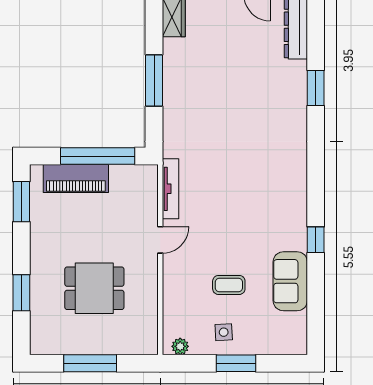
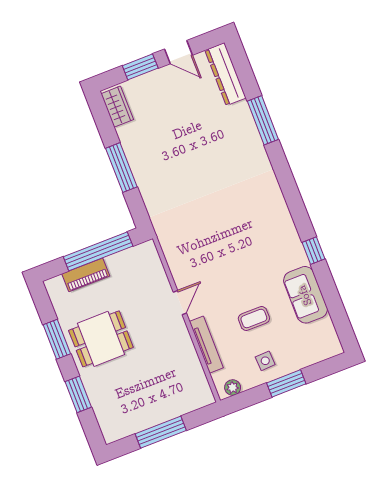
window: (316, 88) -> (263, 120), width x1.44
piano: (76, 178) -> (86, 275), width x0.73, depth x0.75
tv unit: (171, 189) -> (206, 345), moved
window: (21, 202) -> (57, 339), moved
dining table: (94, 288) -> (101, 339), moved

